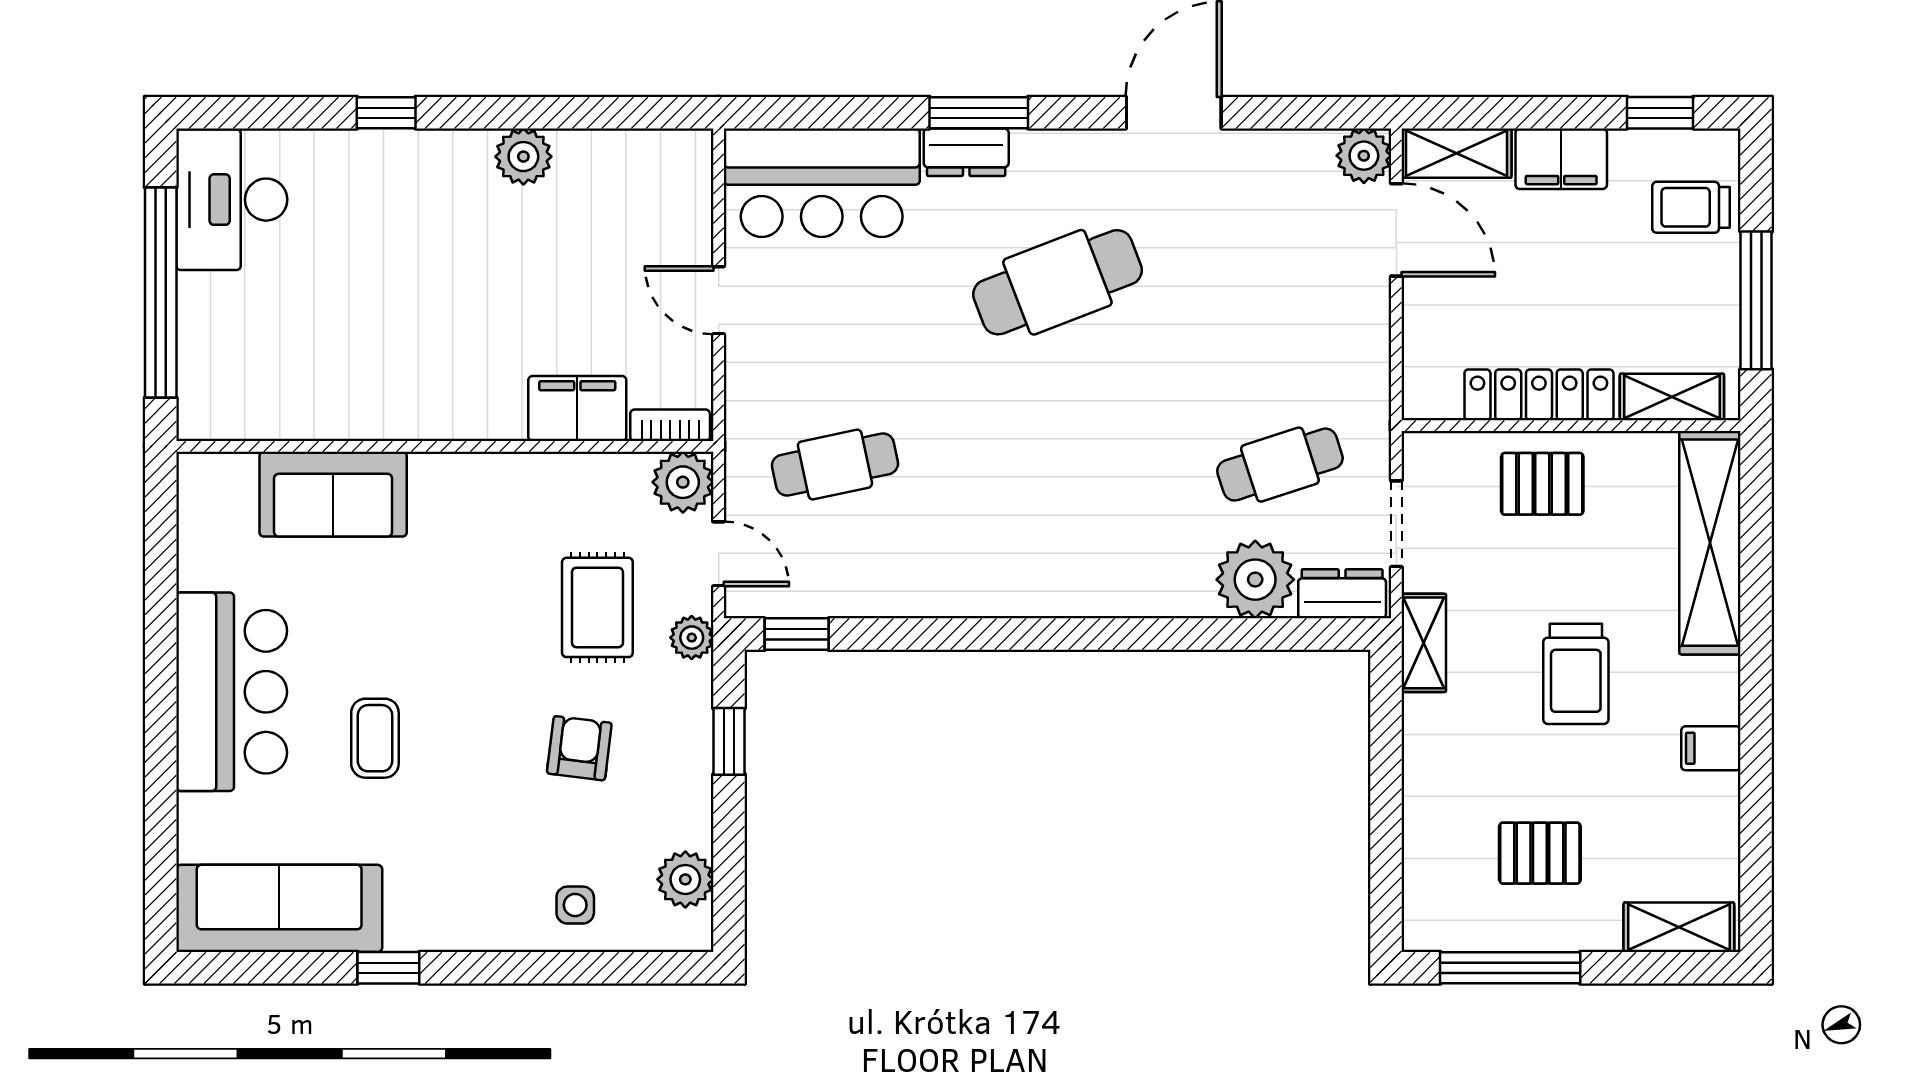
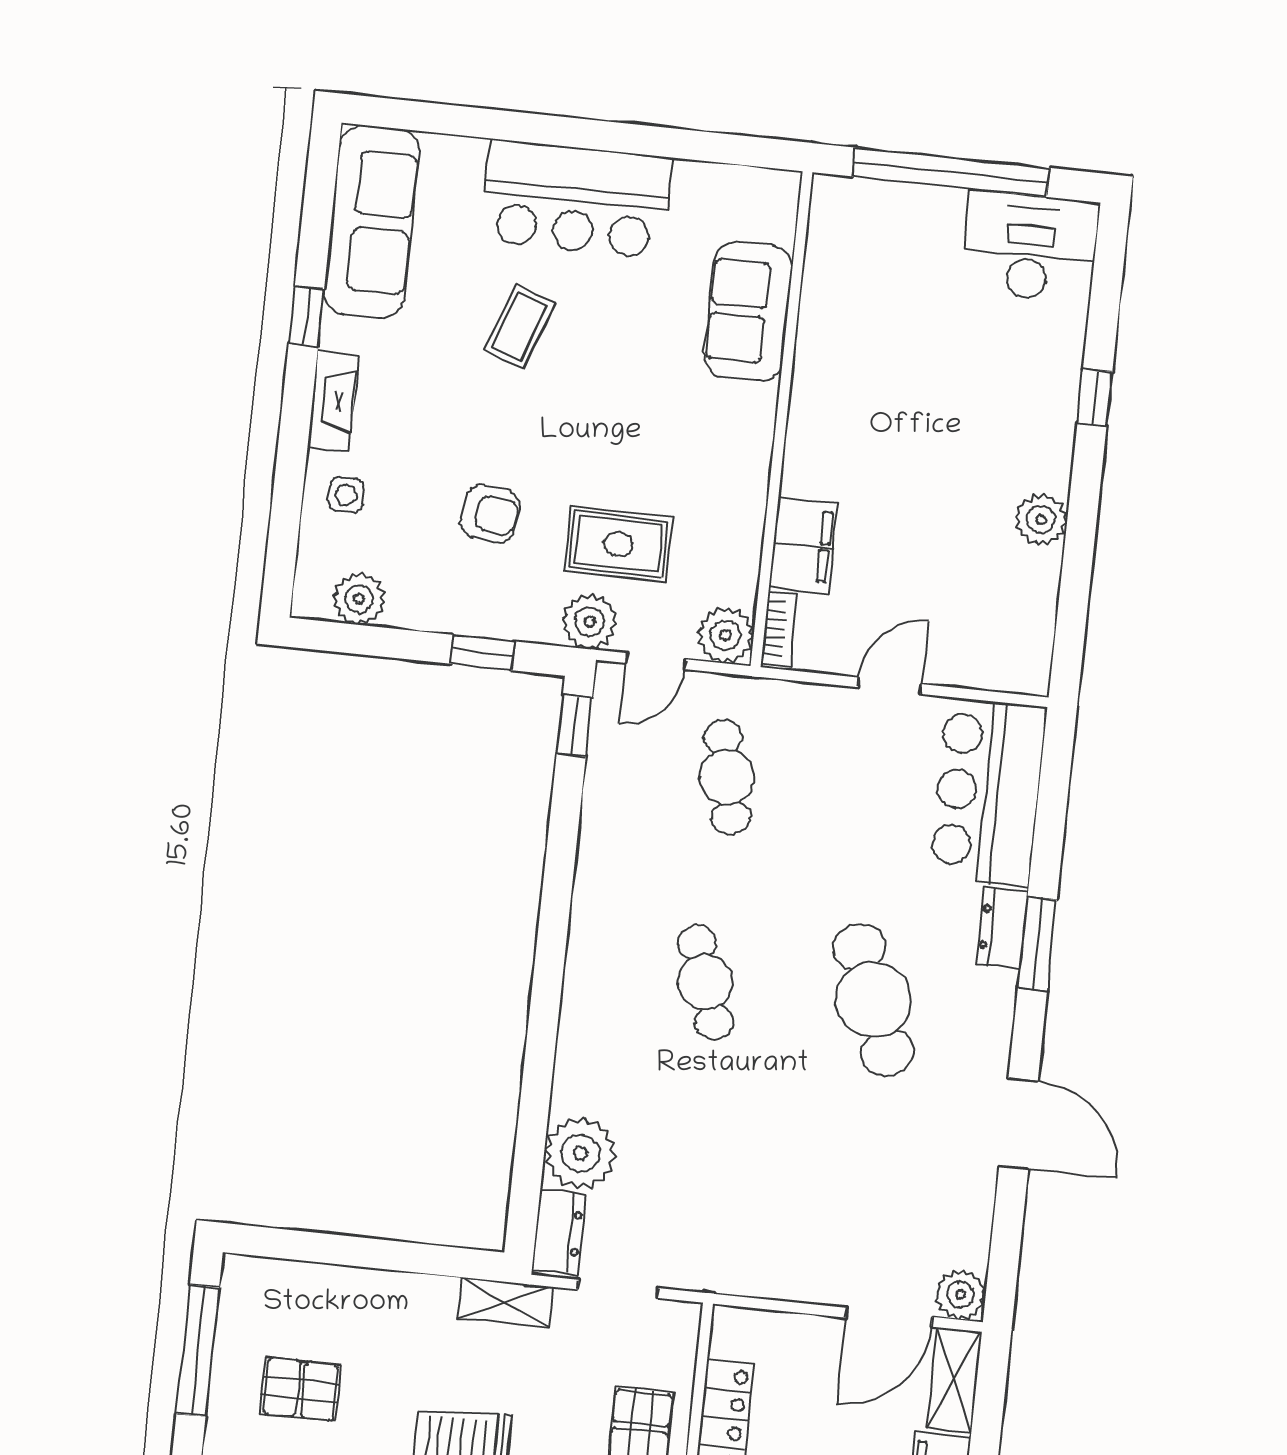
cafe table: (1280, 465) -> (705, 982), moved
plant: (692, 638) -> (590, 622), width x1.38, depth x1.38
coffee table: (375, 738) -> (519, 327), turned -70
pallet: (1540, 853) -> (301, 1389), turned 90
fireplace: (475, 930) -> (333, 400), added

